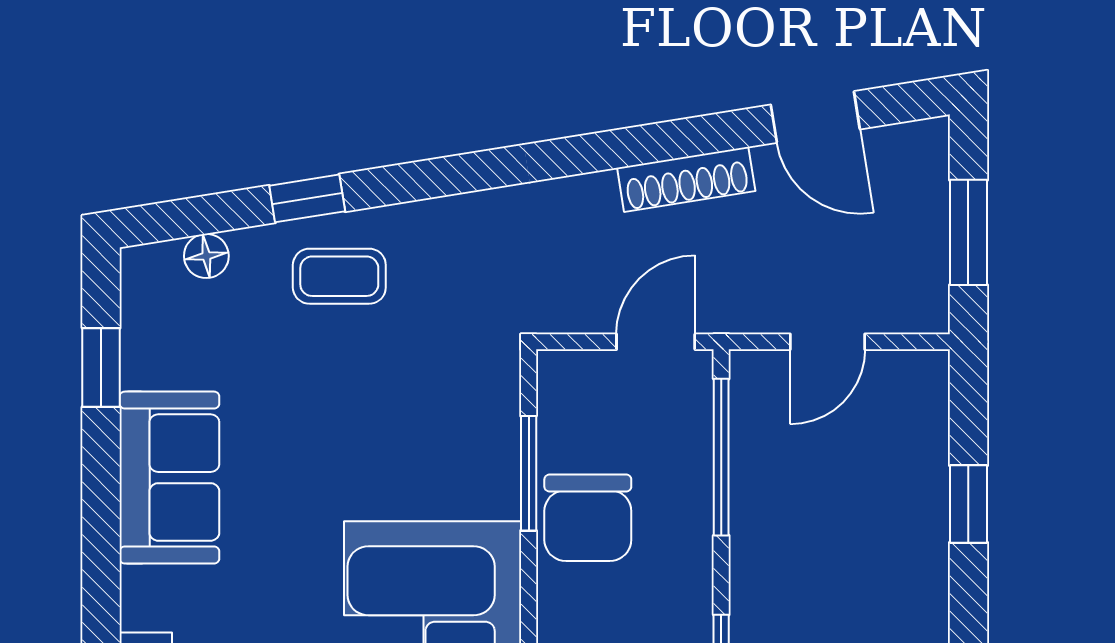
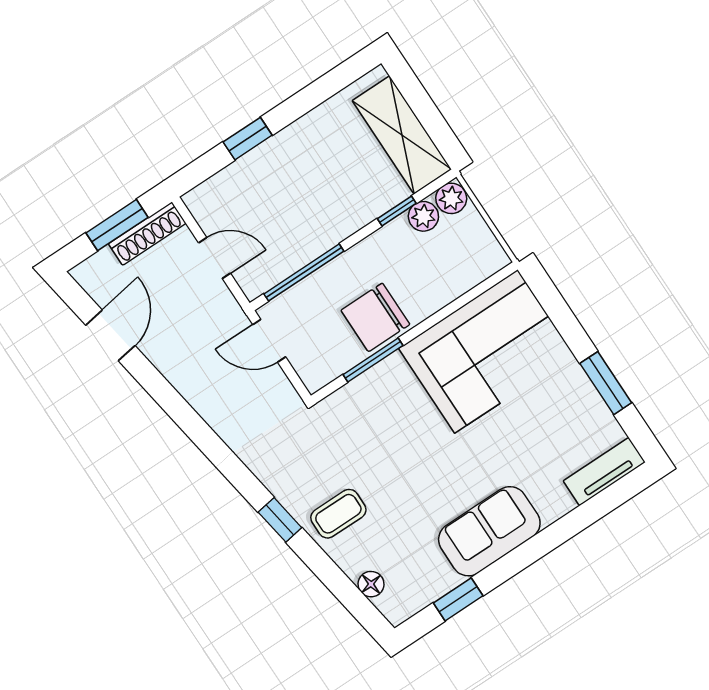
shoe rack: (686, 179) -> (147, 234), moved, turned 99
window: (307, 198) -> (280, 520), moved
coffee table: (339, 276) -> (338, 514), turned 90
chair: (588, 518) -> (375, 317), turned 180

